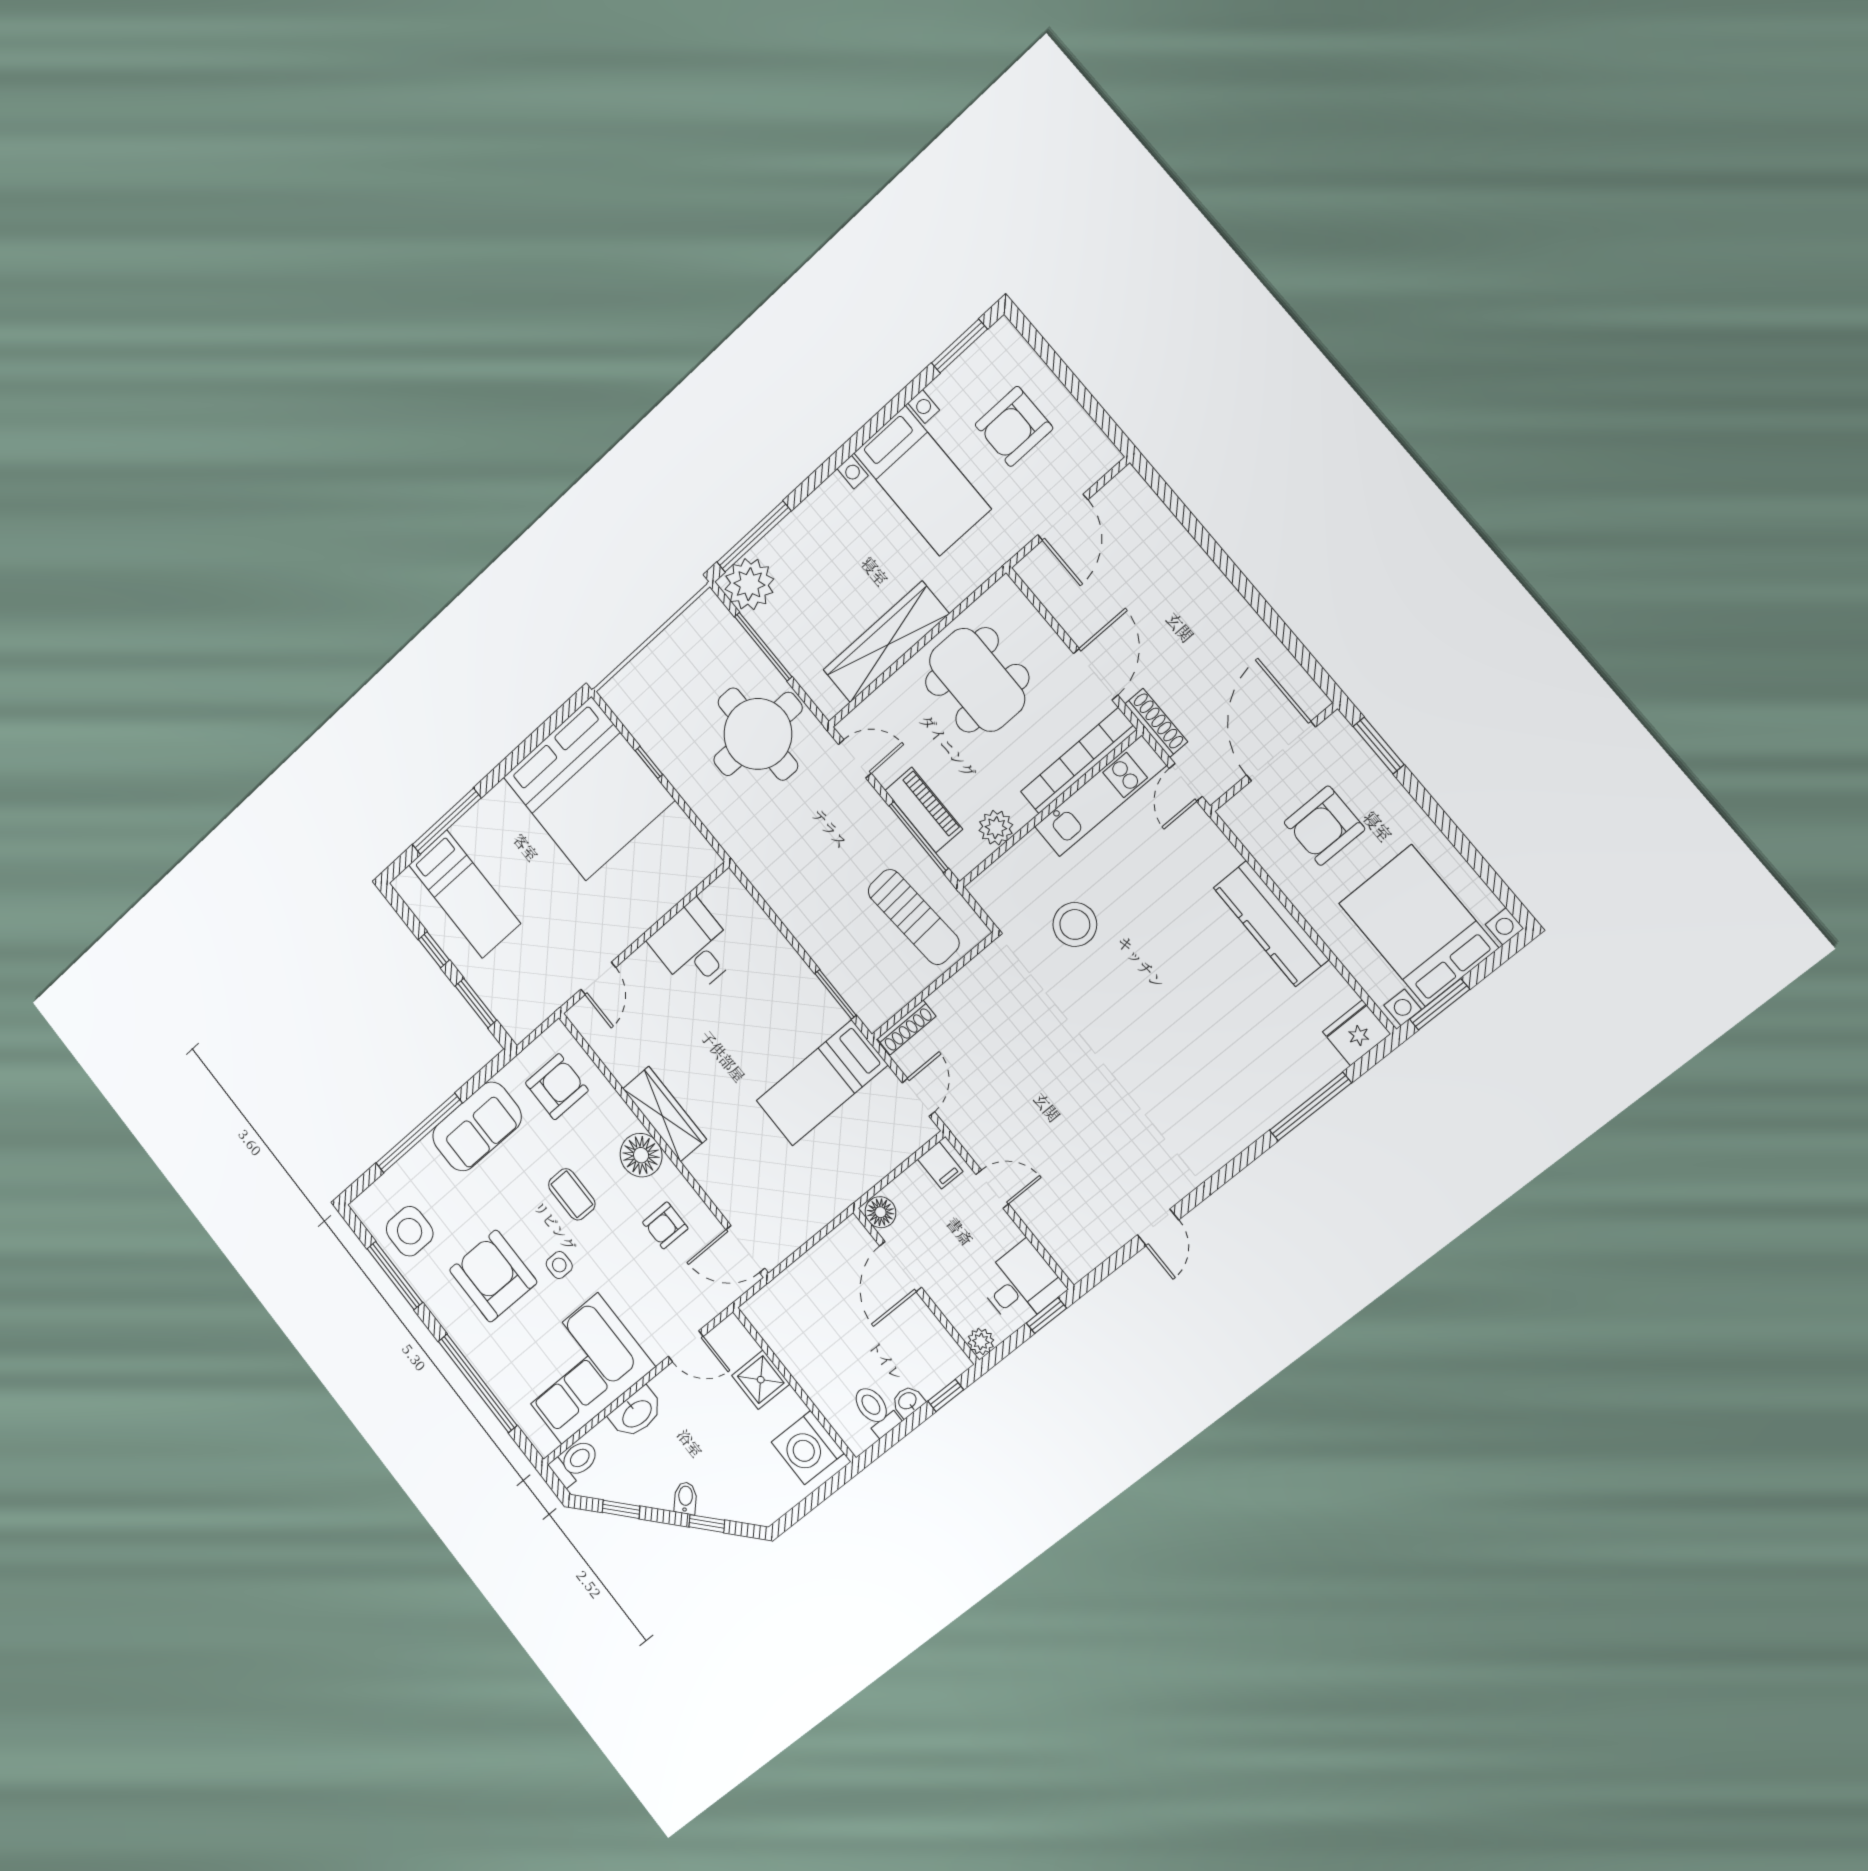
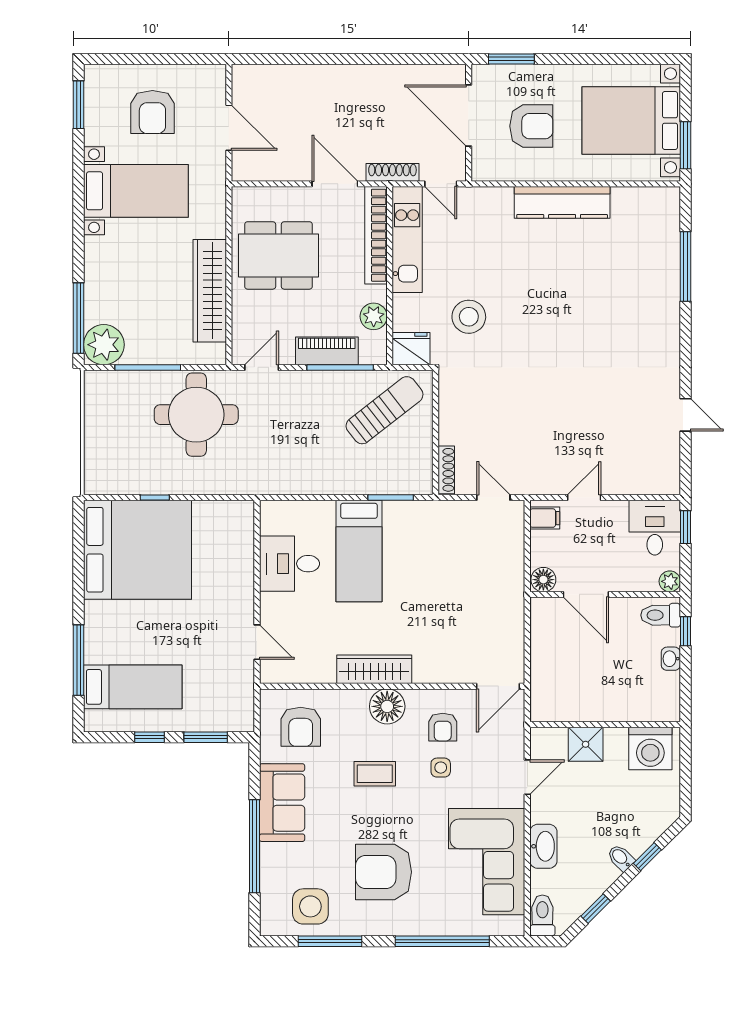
armchair: (1324, 826) -> (531, 126), turned -90
sun lounger: (914, 917) -> (385, 410), turned -34
fridge: (1357, 1033) -> (411, 349), moved, turned 90
bed: (822, 1083) -> (359, 551), moved
armchair: (557, 1087) -> (301, 727), turned 180
side table: (559, 1265) -> (441, 768), moved
toilet: (875, 1410) -> (661, 615), moved

